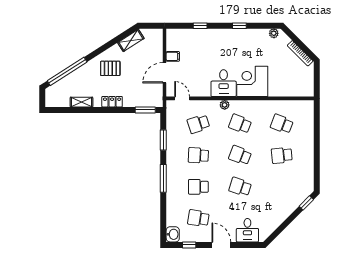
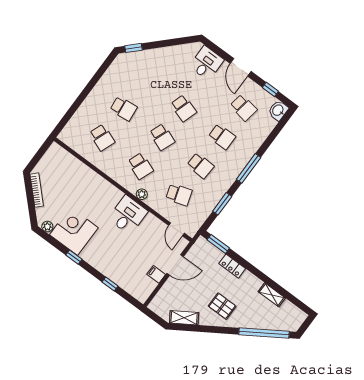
corner desk: (252, 81) -> (74, 231), moved, turned 180
locker: (112, 102) -> (232, 266), moved

